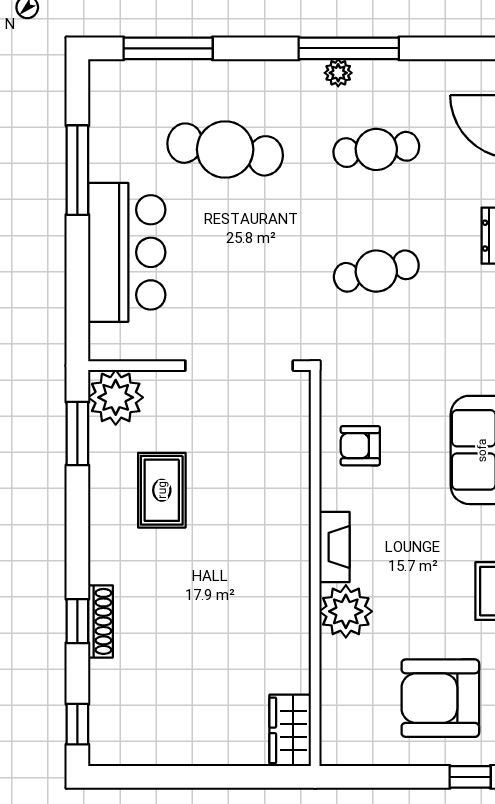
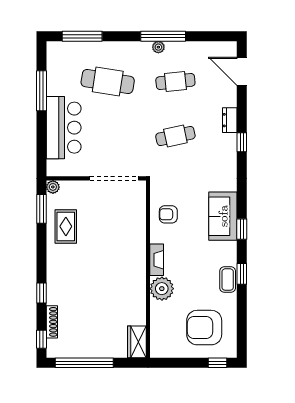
plant: (116, 397) -> (53, 187), width x0.53, depth x0.53
rug: (162, 490) -> (66, 226), moved
shoe rack: (100, 621) -> (52, 322), moved
window: (173, 777) -> (84, 363), added

